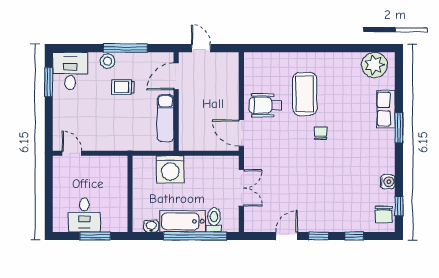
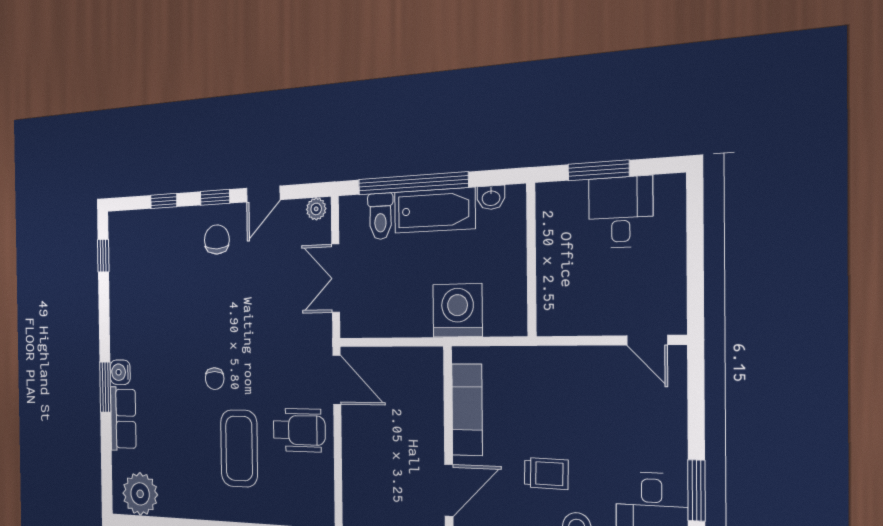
water cooler: (388, 182) -> (120, 372), moved
chair: (384, 214) -> (217, 239), moved
plant: (253, 226) -> (316, 209), added

